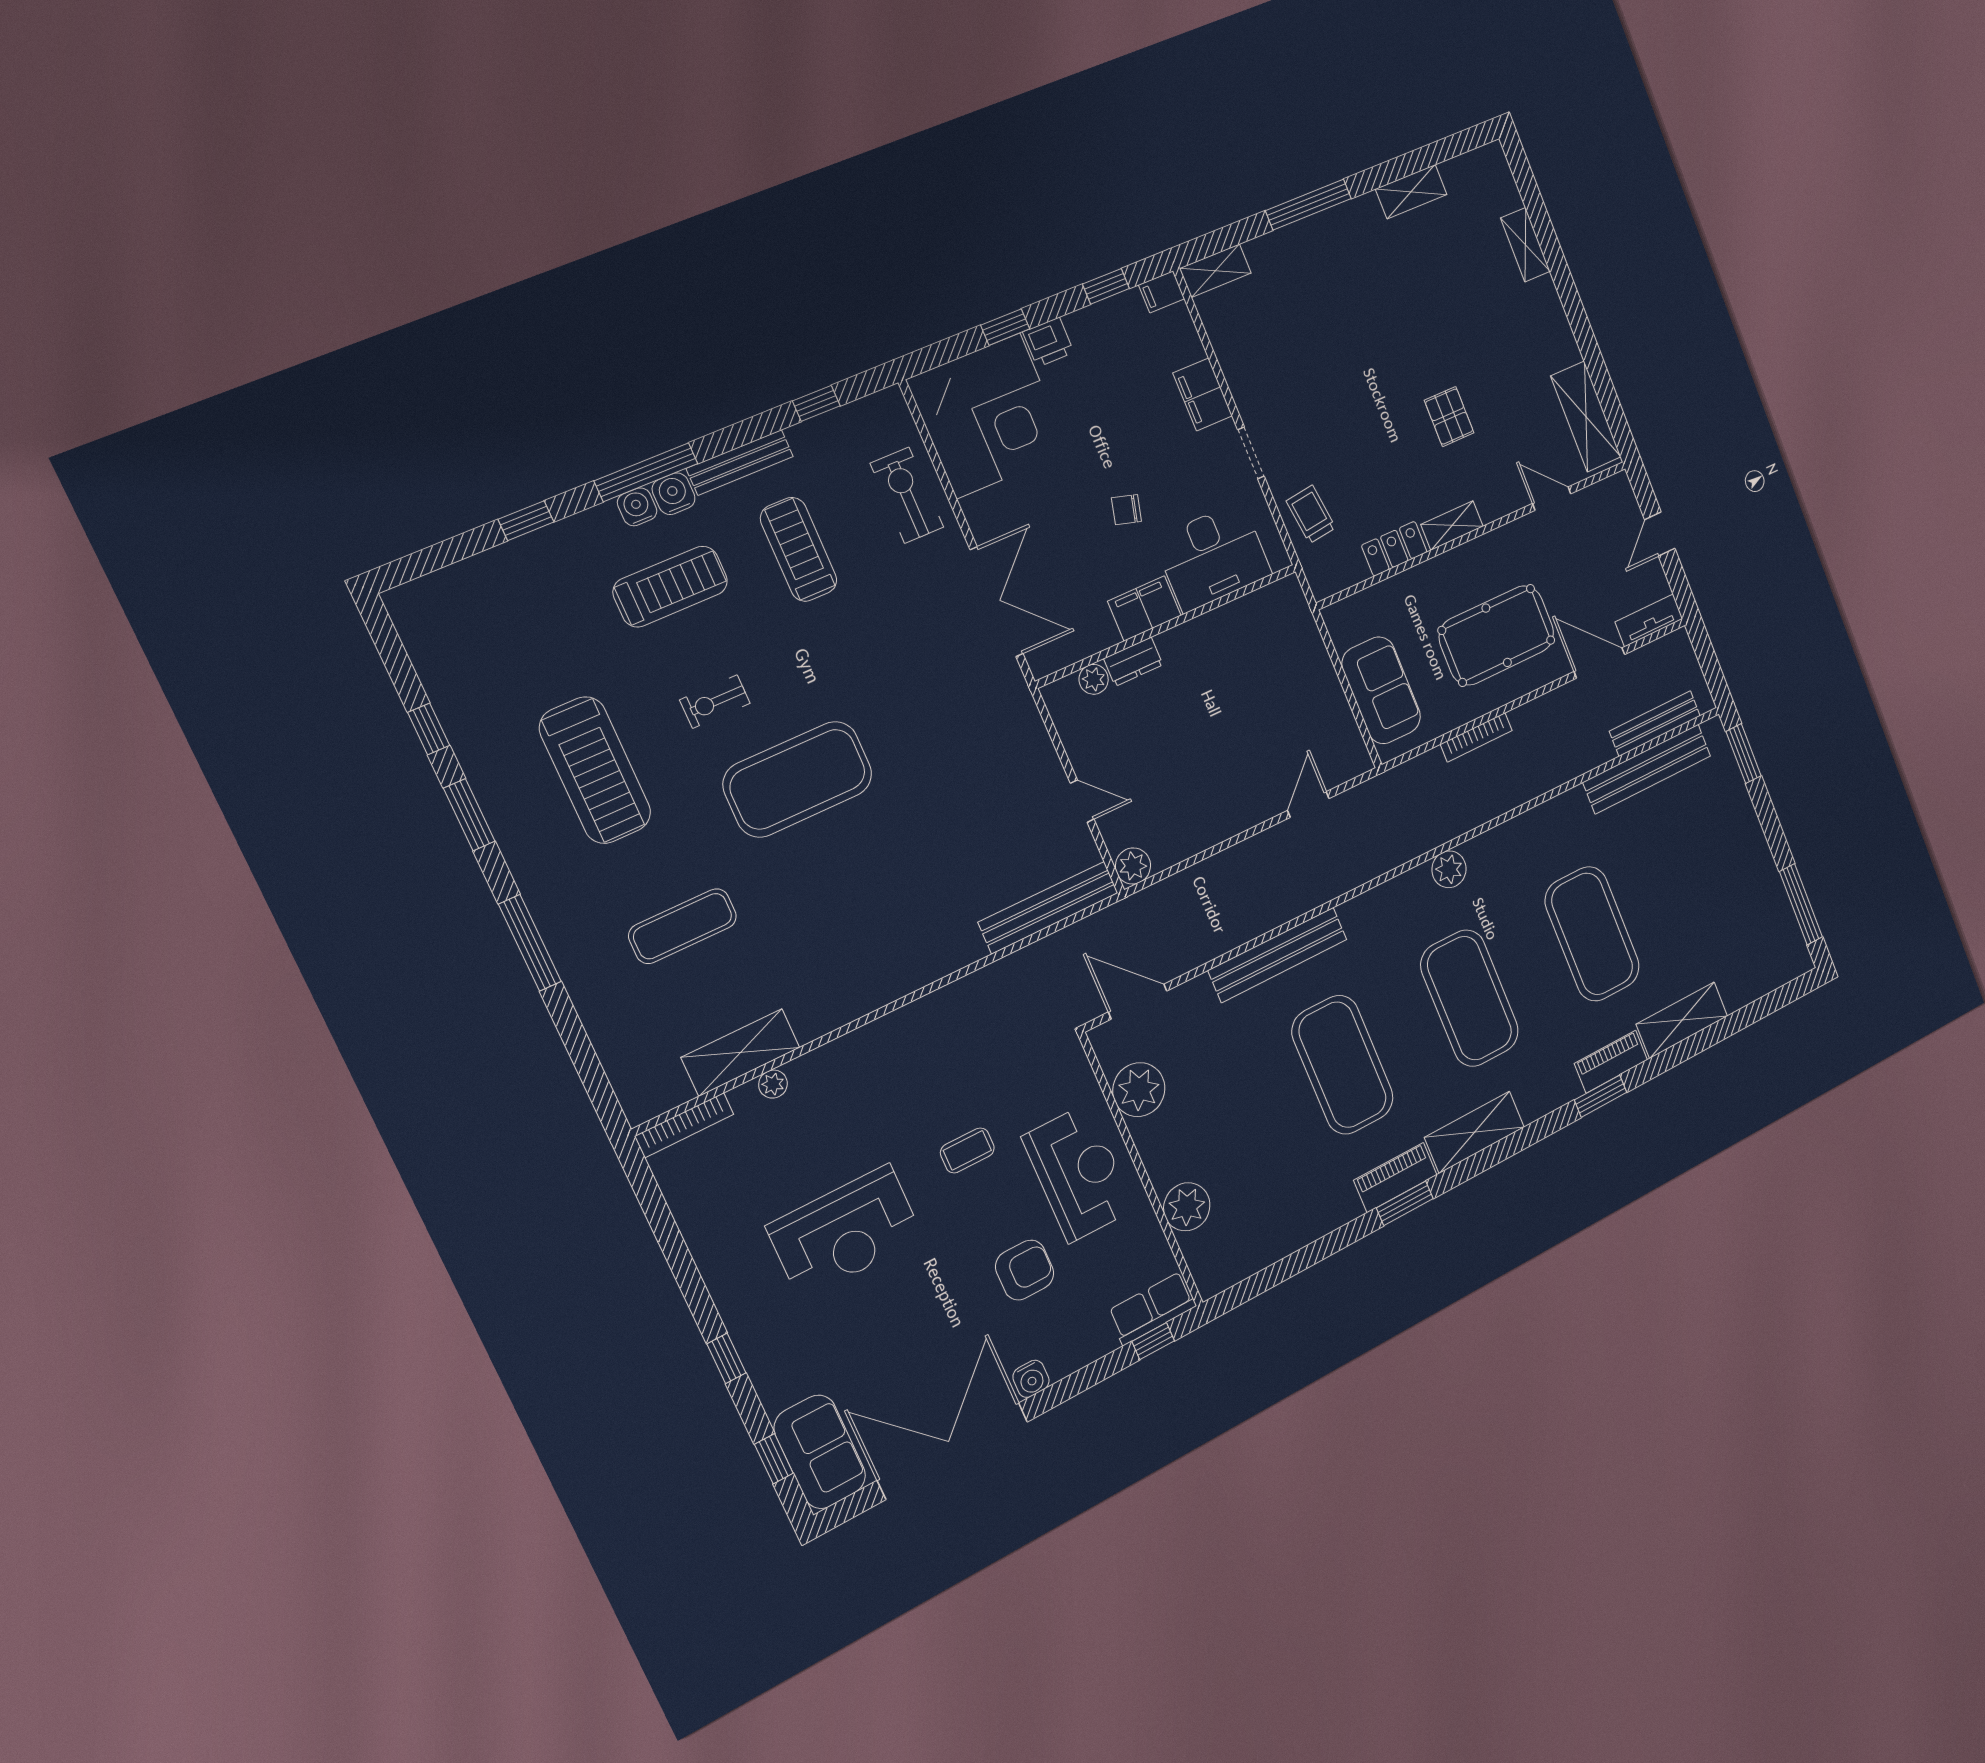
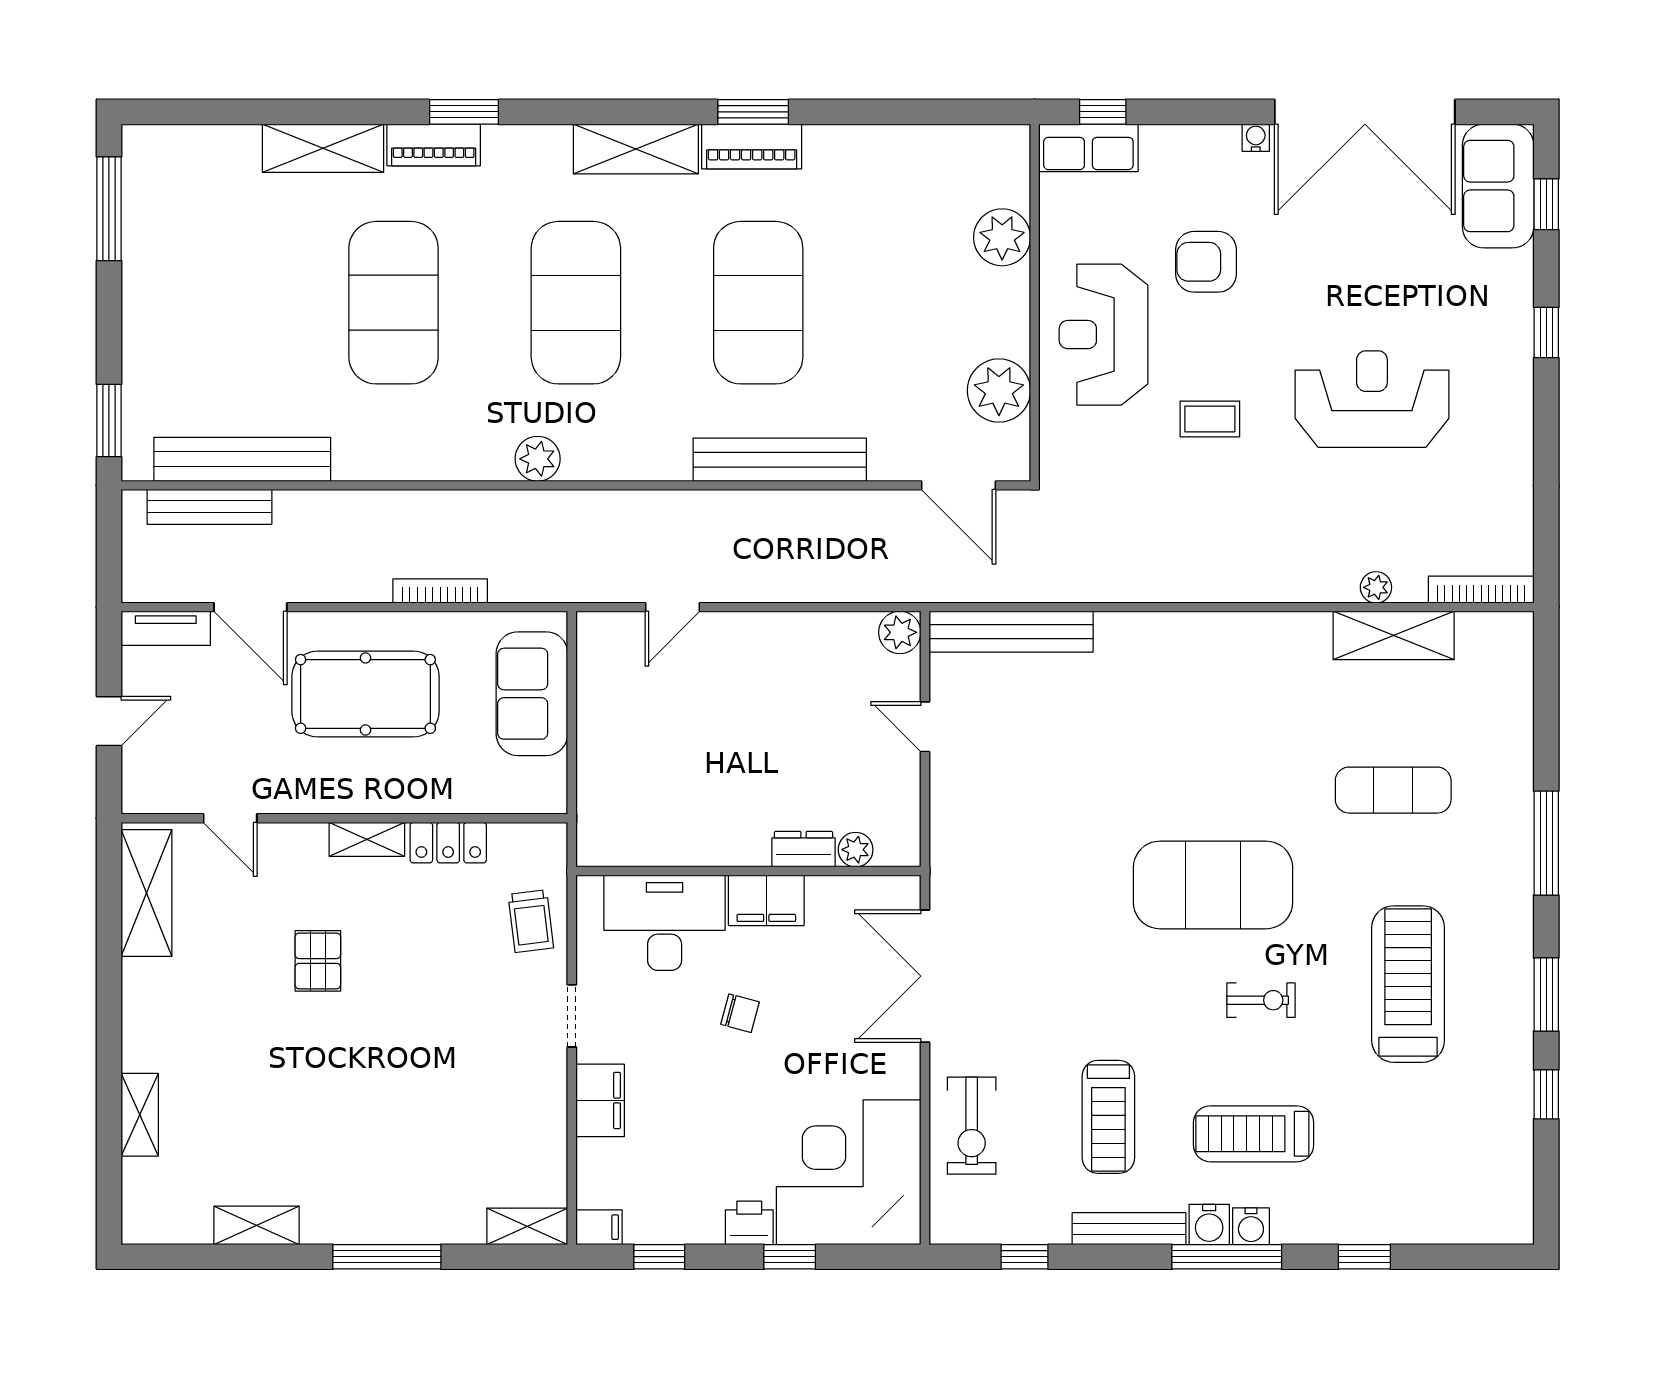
water cooler: (1031, 1379) -> (1256, 138), width x0.72, depth x0.72

